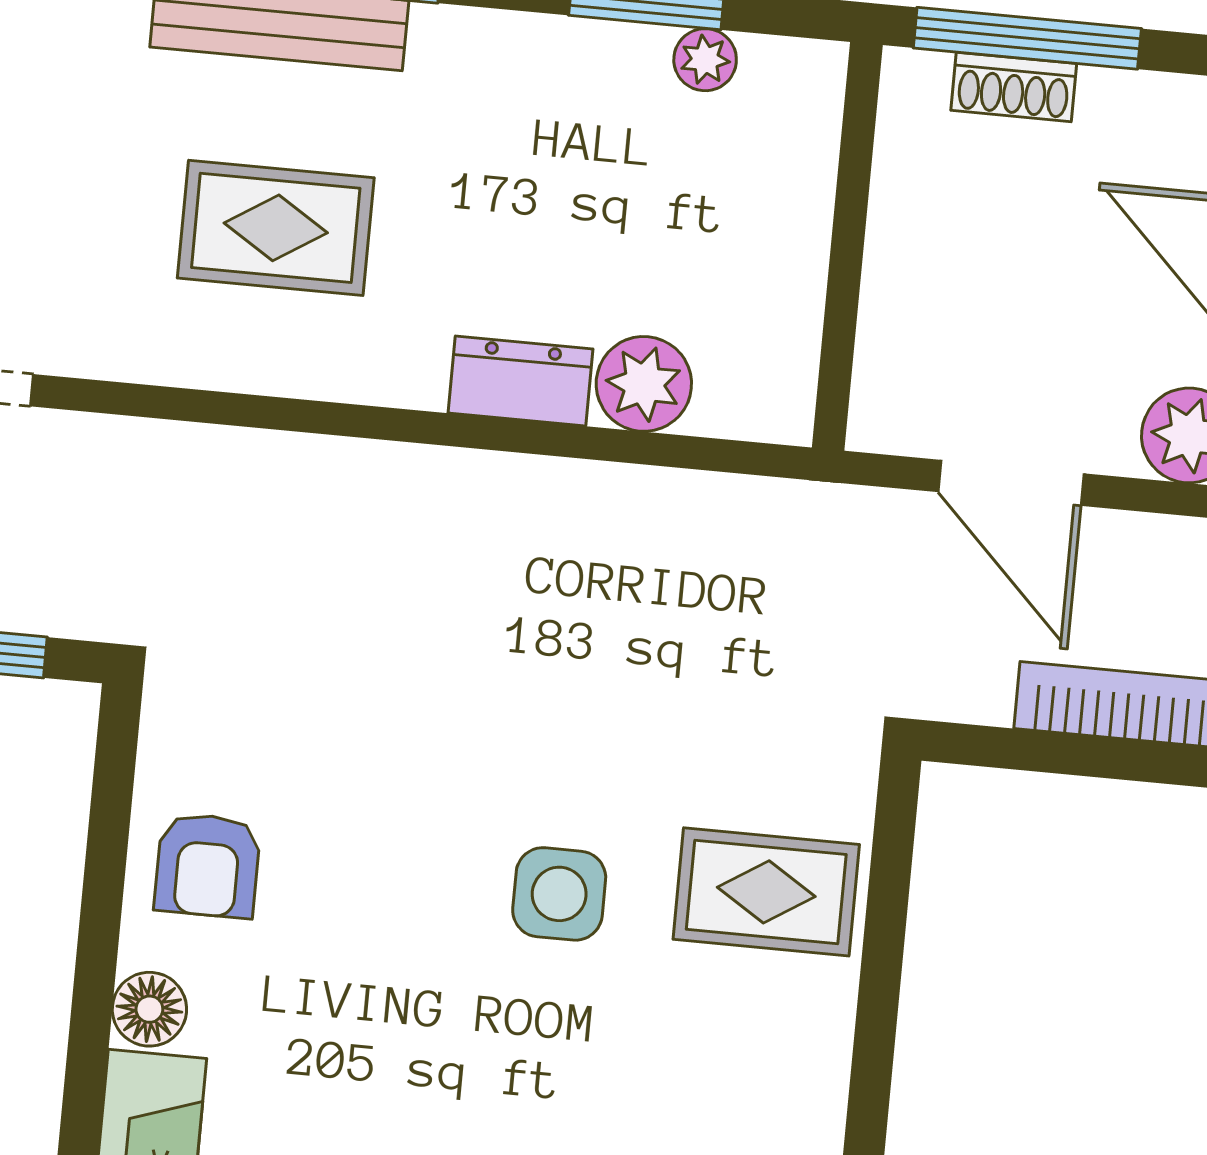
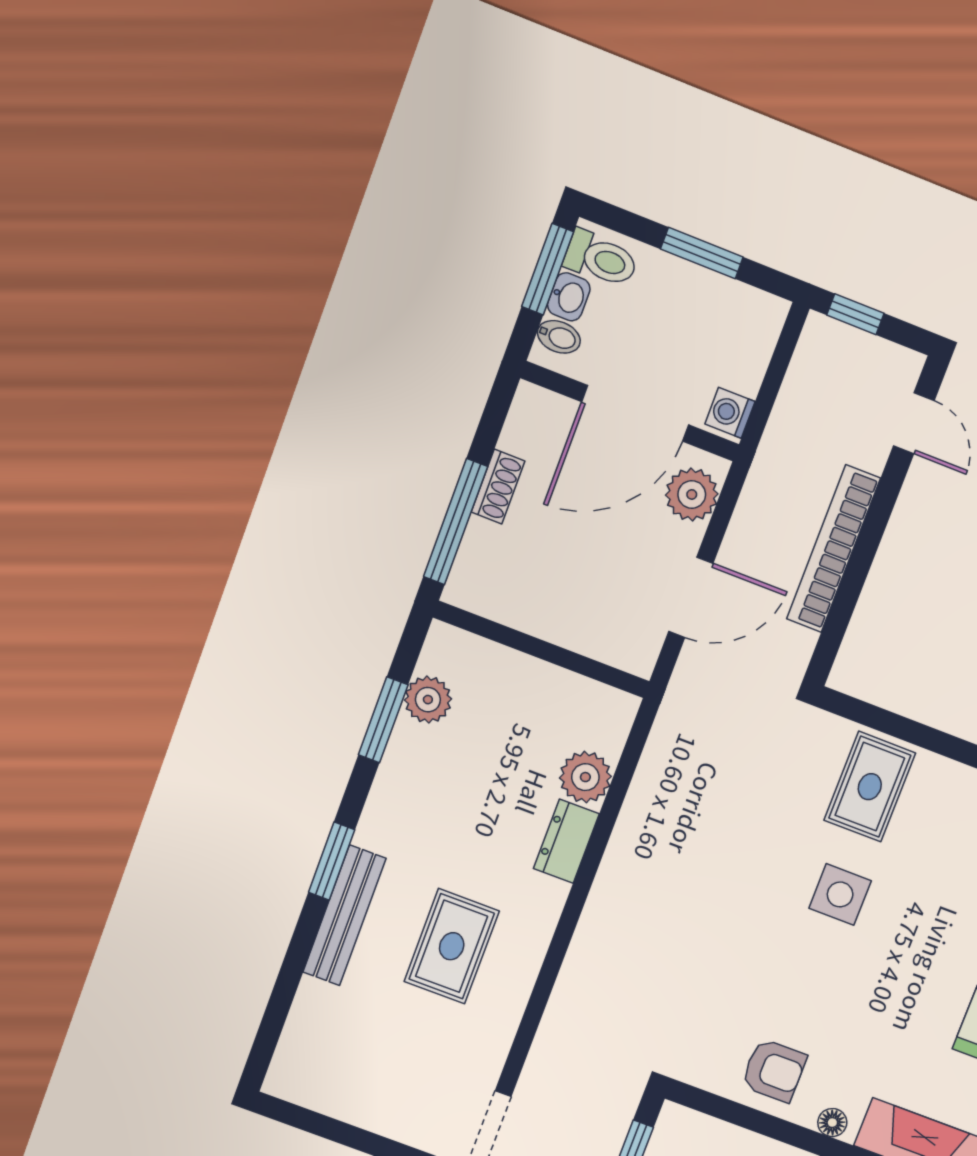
plant: (705, 60) -> (428, 700), width x1.38, depth x1.38
shoe rack: (1014, 87) -> (498, 487), moved
floor lamp: (149, 1009) -> (832, 1123), width x0.73, depth x0.73

